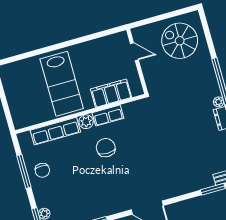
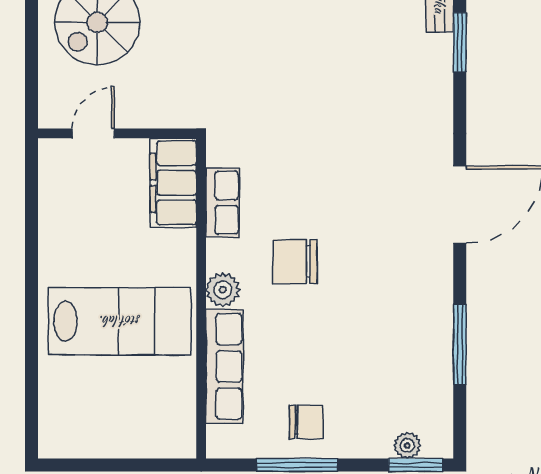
filing cabinet: (111, 93) -> (173, 183), moved
row of seats: (108, 115) -> (223, 203), moved

